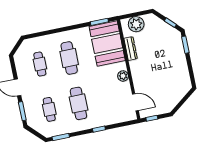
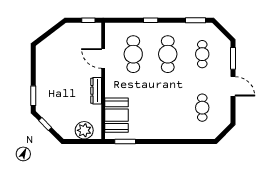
booth: (107, 44) -> (116, 115), width x0.73, depth x0.70
dresser: (131, 48) -> (96, 91), moved
cafe table: (69, 58) -> (133, 54), moved
plant: (123, 76) -> (111, 75), removed
door: (135, 102) -> (103, 58), moved

